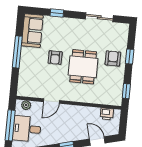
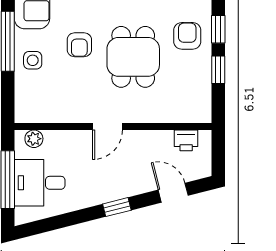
side table: (30, 63) -> (33, 60), added
window: (126, 91) -> (218, 70), moved
door: (51, 101) -> (107, 127), moved

